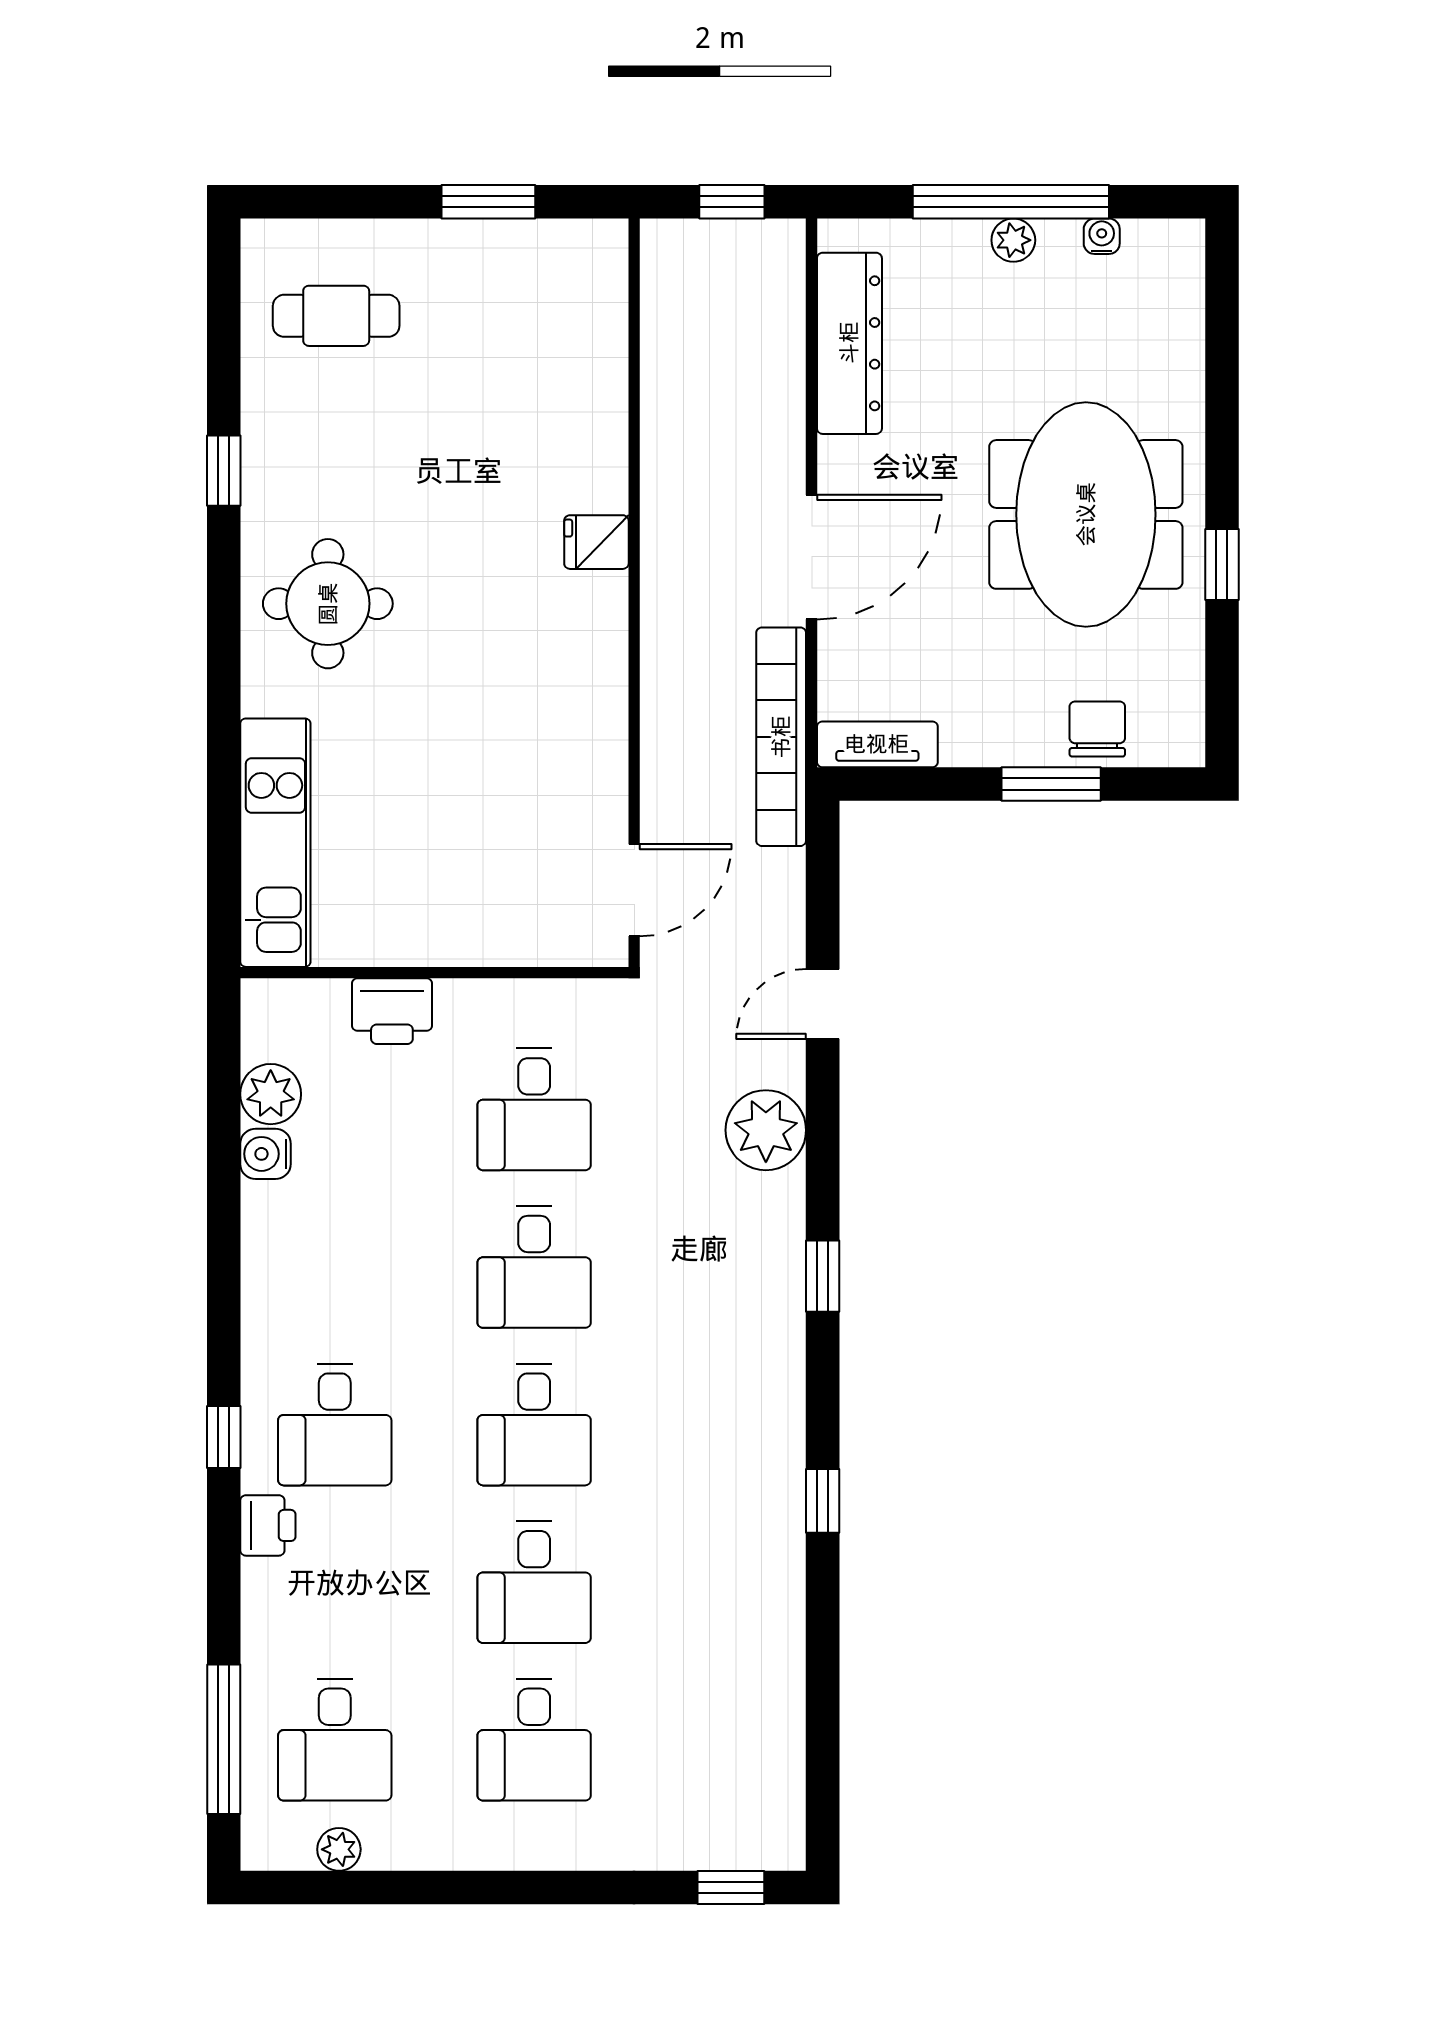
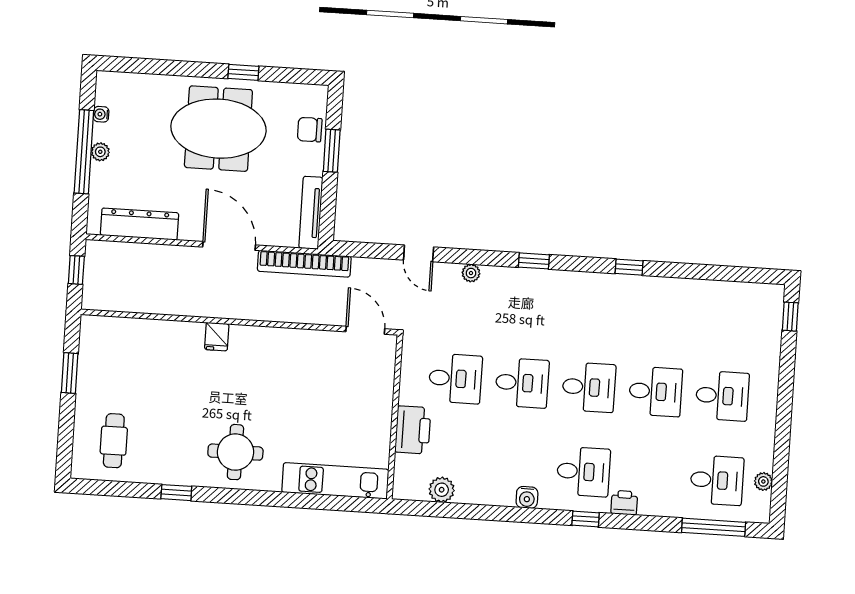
tv unit: (877, 744) -> (311, 213), width x1.41
printer: (392, 1011) -> (413, 430), width x1.37, depth x1.19
plant: (766, 1130) -> (471, 273), width x0.53, depth x0.53
water cooler: (266, 1154) -> (527, 497), moved

